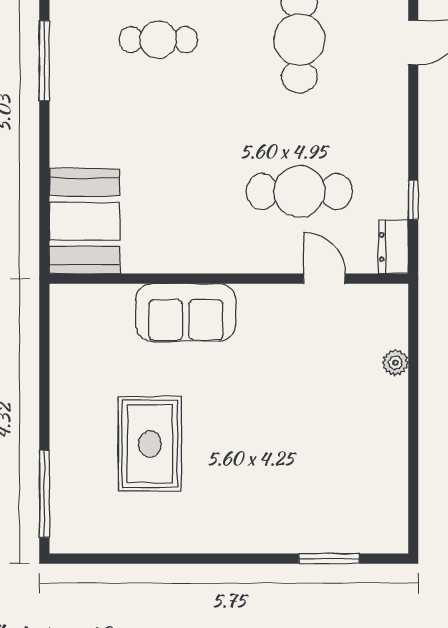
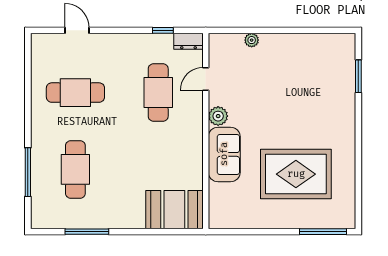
cafe table: (158, 40) -> (75, 169), width x1.37, depth x1.35
plant: (256, 301) -> (218, 116), added
rug: (150, 444) -> (296, 174), width x1.37, depth x1.44

